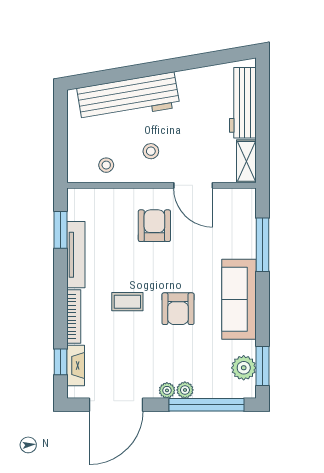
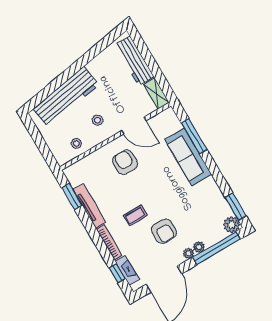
sofa: (239, 299) -> (188, 157), moved
armchair: (178, 309) -> (164, 231), moved
plant: (244, 368) -> (232, 225), moved

